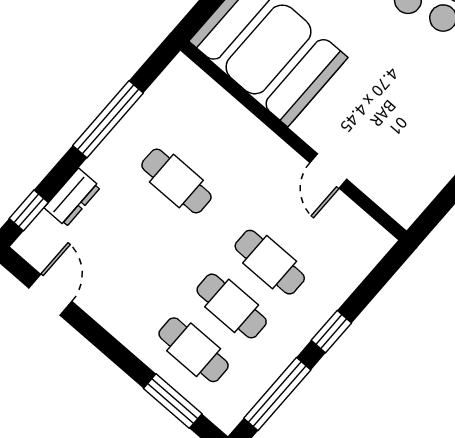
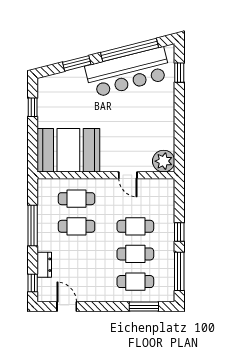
cafe table: (215, 137) -> (77, 199), added
plant: (404, 198) -> (164, 161), added

